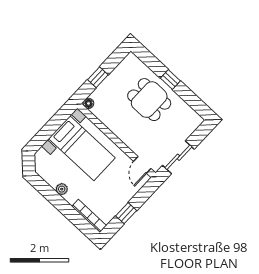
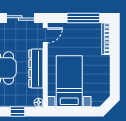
dresser: (121, 129) -> (36, 69), added
plant: (62, 189) -> (105, 70), removed
window: (126, 213) -> (83, 18), width x2.17

